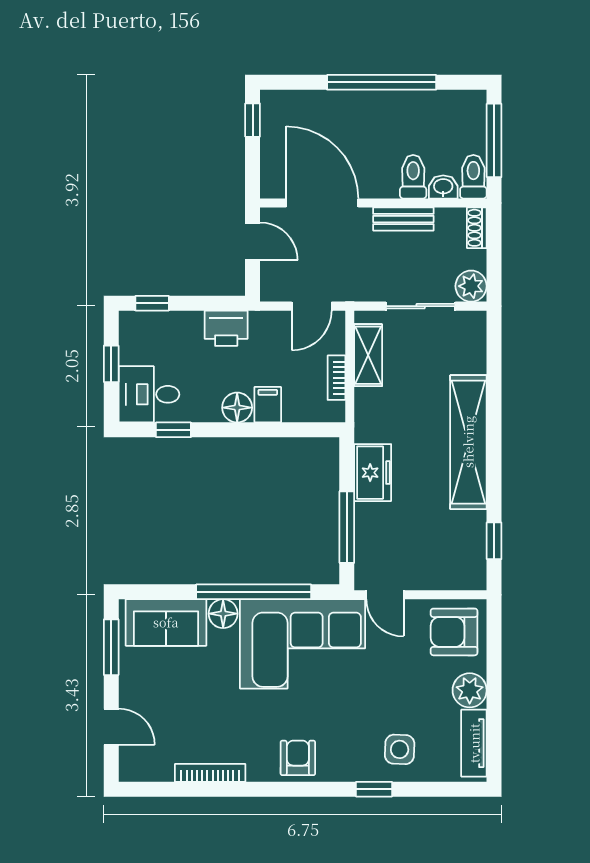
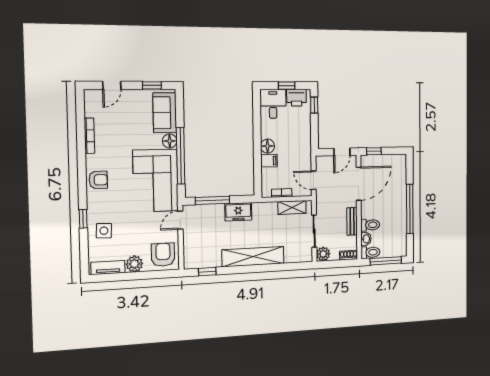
window: (253, 120) -> (374, 151), moved
printer: (226, 328) -> (297, 98), moved, turned -90
window: (173, 430) -> (257, 116), removed
window: (111, 647) -> (152, 85), width x0.67

